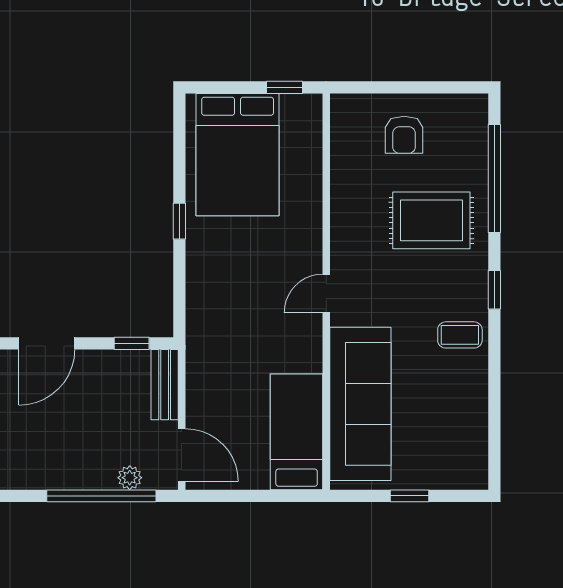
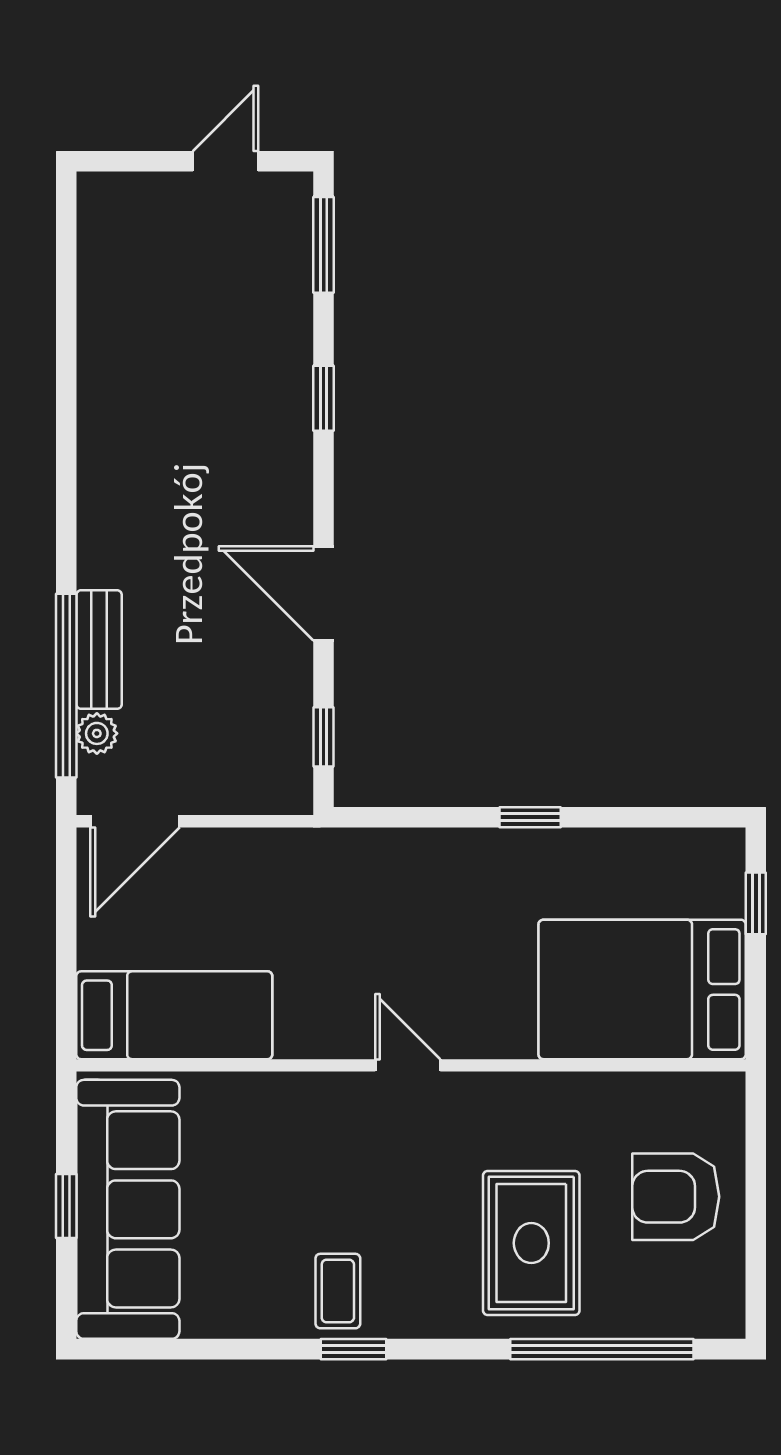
window: (285, 87) -> (756, 903), moved
armchair: (404, 135) -> (676, 1197), width x1.38, depth x1.38
bed: (238, 155) -> (642, 989), moved
window: (494, 290) -> (354, 1349), moved
bench: (165, 385) -> (99, 650), moved, turned 90
sofa: (360, 404) -> (128, 1209), moved, turned -90

